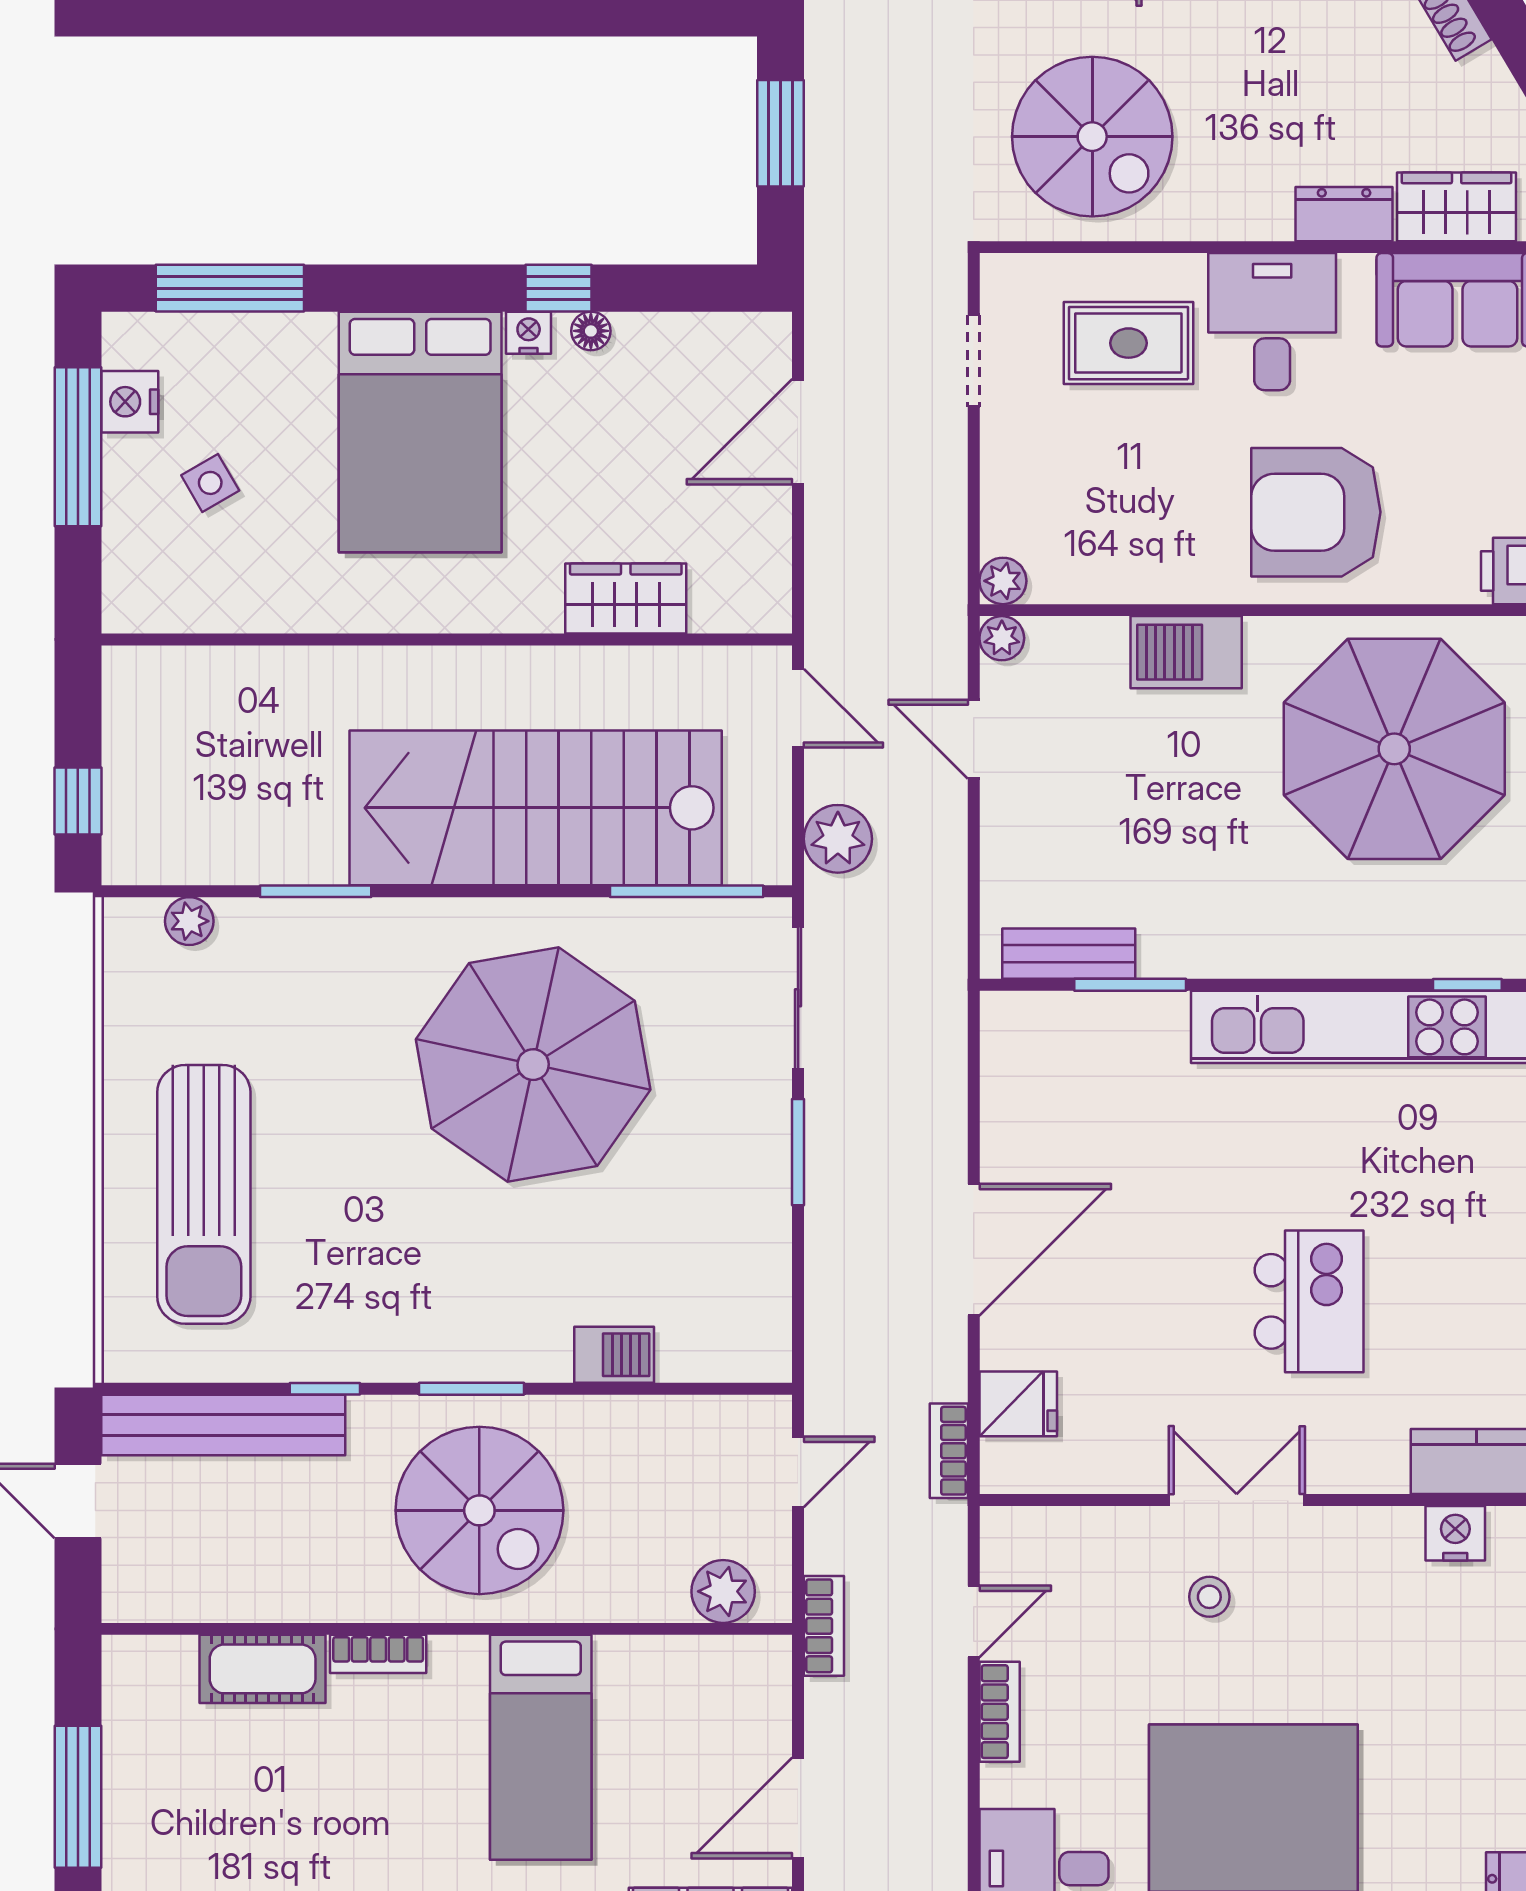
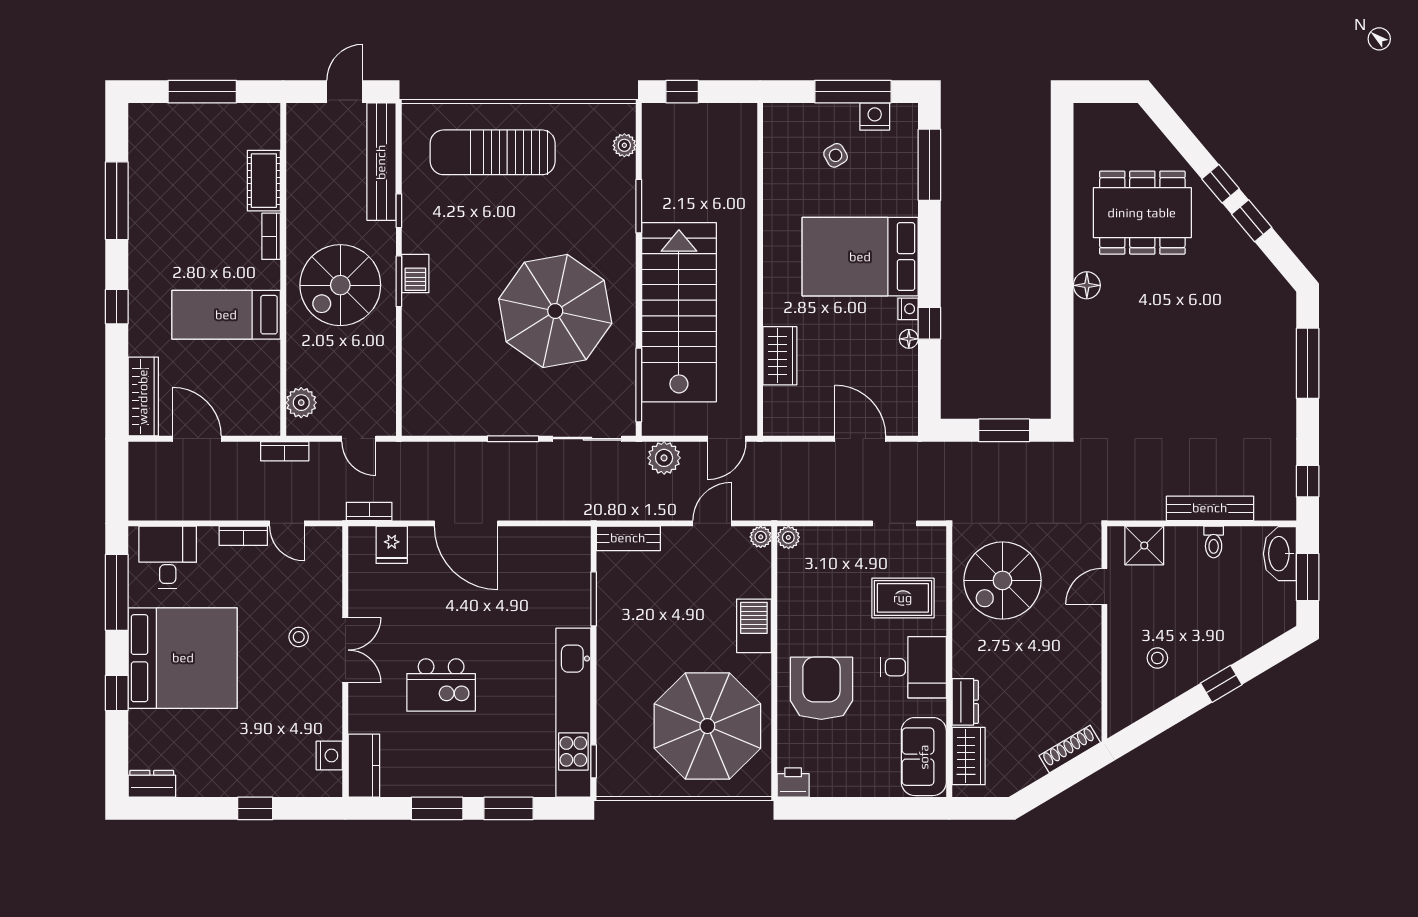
rug: (1128, 343) -> (903, 598), turned 90
bench: (1069, 954) -> (628, 538), moved, turned 90
barbecue: (614, 1355) -> (415, 274), moved

